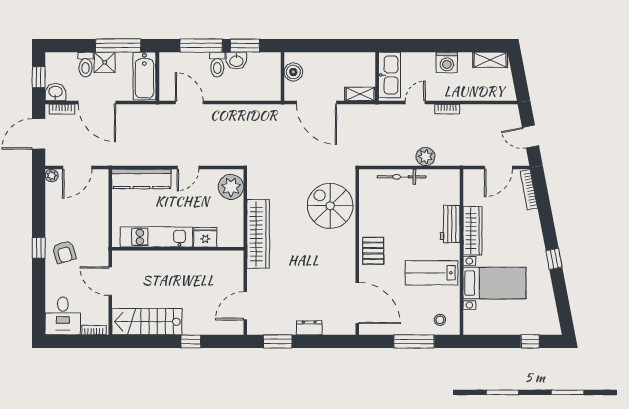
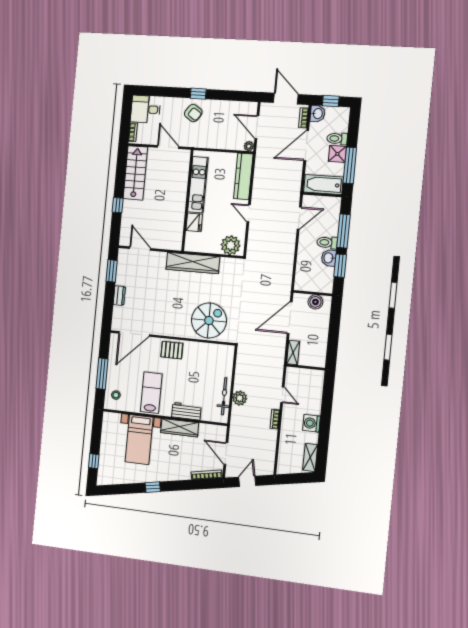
kitchen sink: (389, 75) -> (306, 377), removed
plant: (52, 175) -> (249, 146), moved
bicycle: (402, 177) -> (224, 396), moved
armchair: (64, 252) -> (193, 113), turned -129
door: (110, 281) -> (168, 147), hinge flipped

